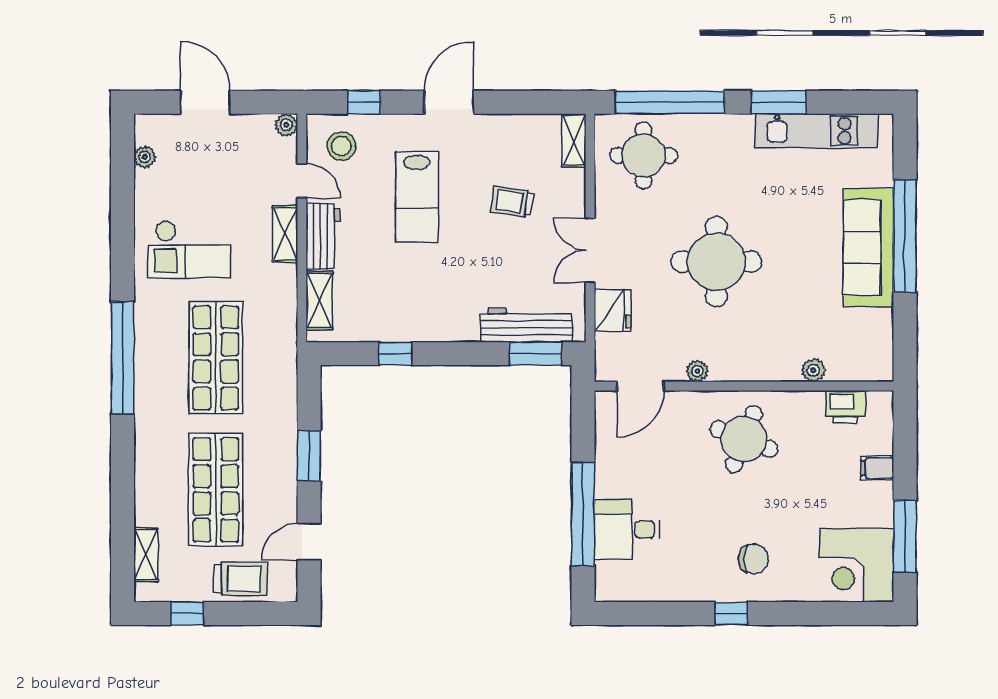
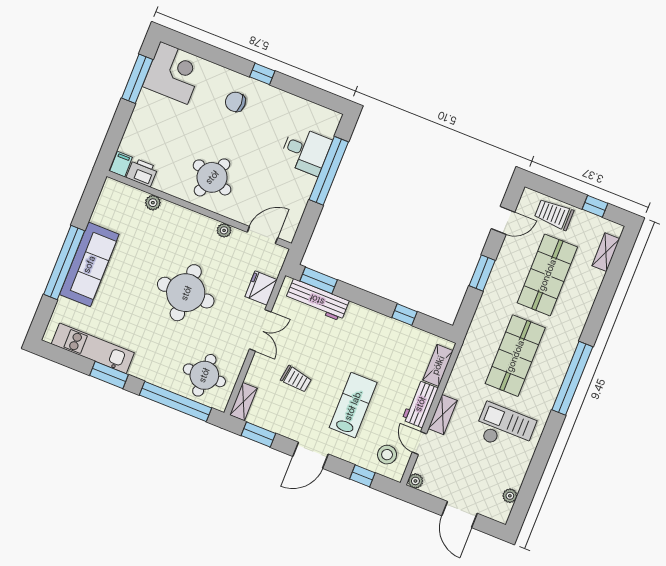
window: (534, 102) -> (258, 434), added
filing cabinet: (877, 468) -> (121, 164), moved, turned -90

